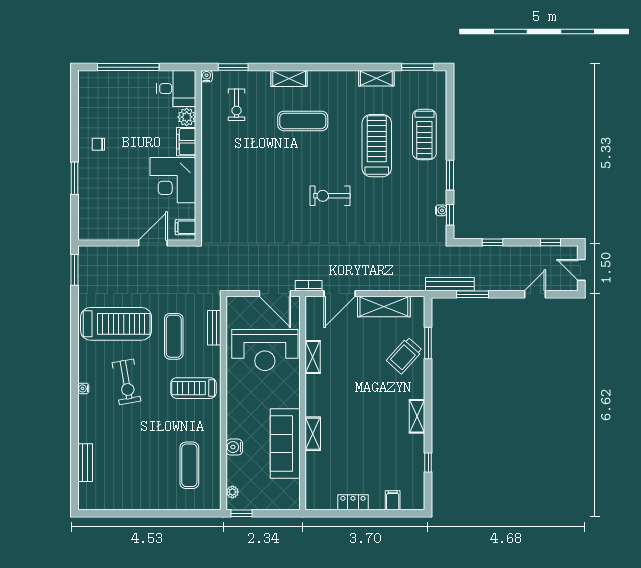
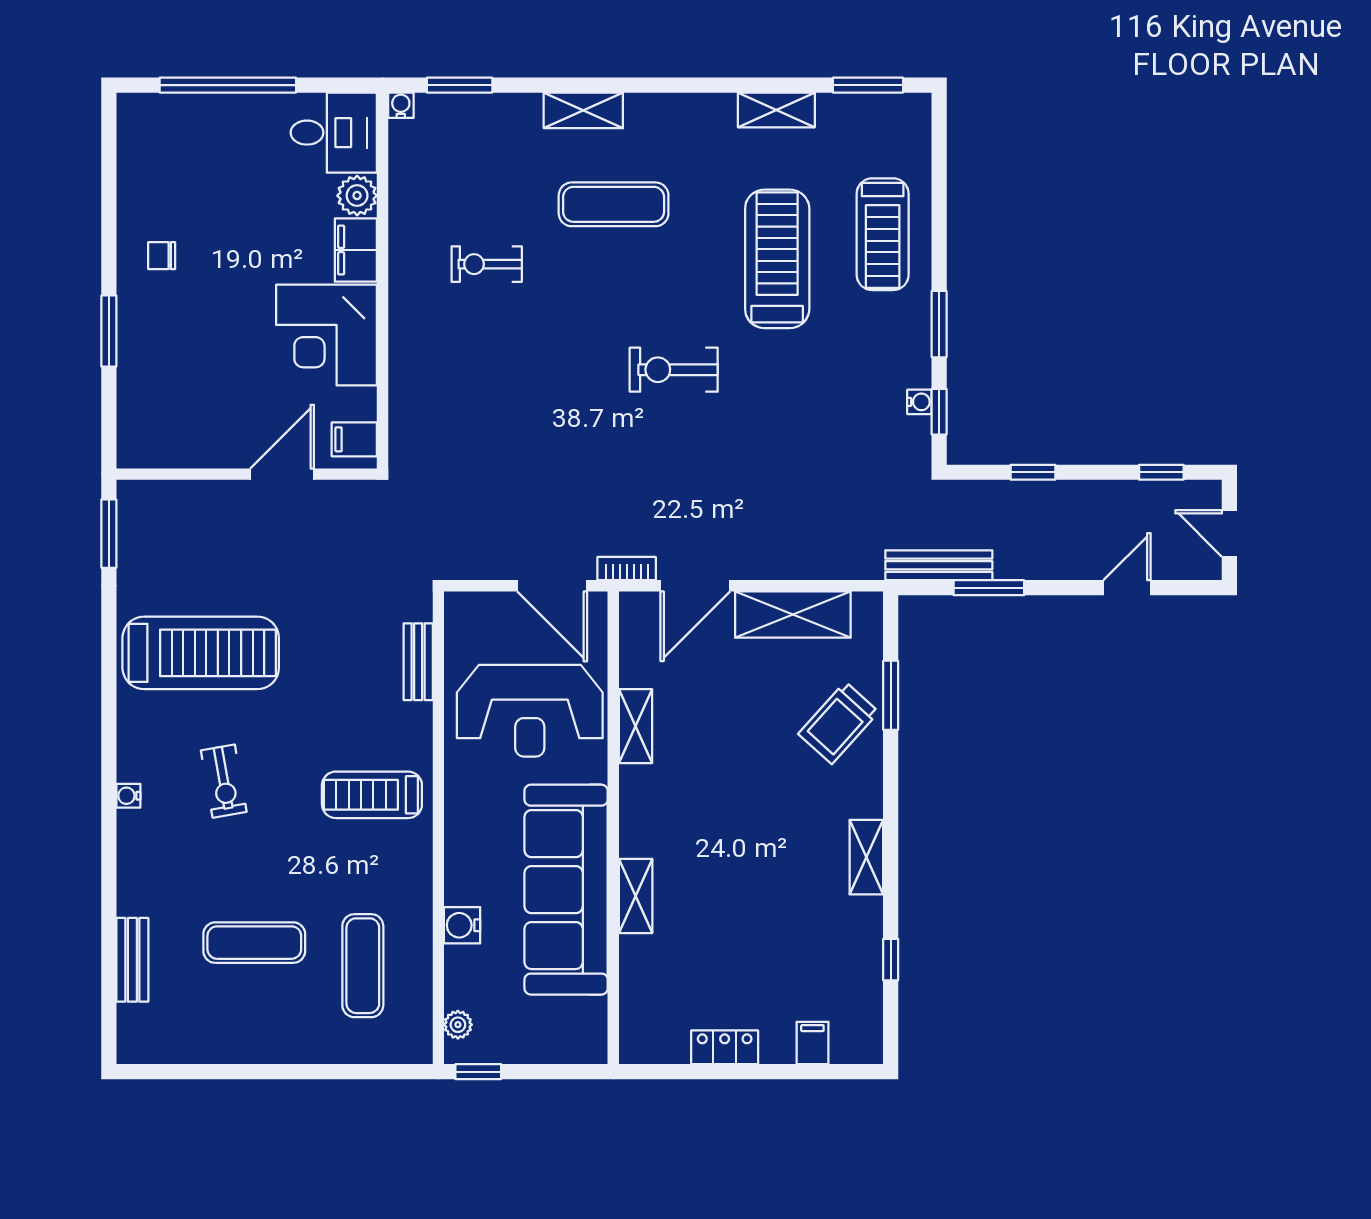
exercise bike: (237, 105) -> (487, 264), moved, turned 90
exercise mat: (174, 336) -> (254, 943), moved, turned 90
exercise bike: (126, 382) -> (224, 781), width x0.73, depth x0.72
sofa: (285, 443) -> (566, 890), width x1.36, depth x1.27

